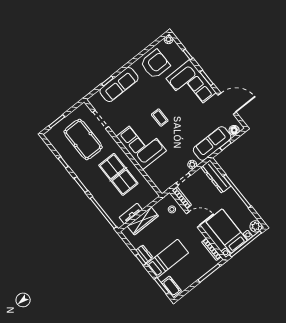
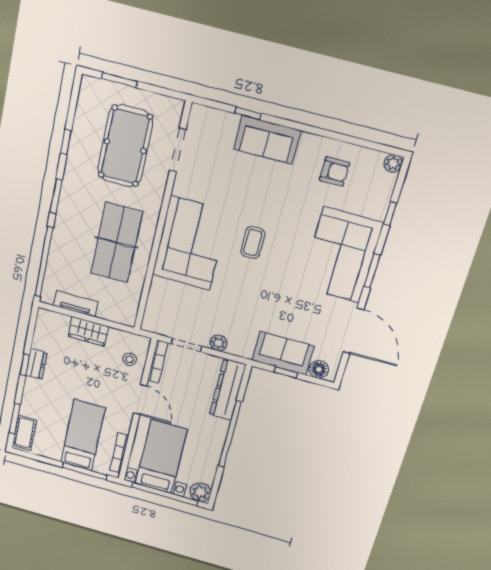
armchair: (155, 64) -> (334, 172), width x0.53, depth x0.53
sofa: (119, 85) -> (267, 140), width x0.73
sofa: (212, 143) -> (283, 353), width x0.73
wardrobe: (143, 221) -> (88, 331), width x0.67
bed: (167, 258) -> (83, 435), moved, turned -90

